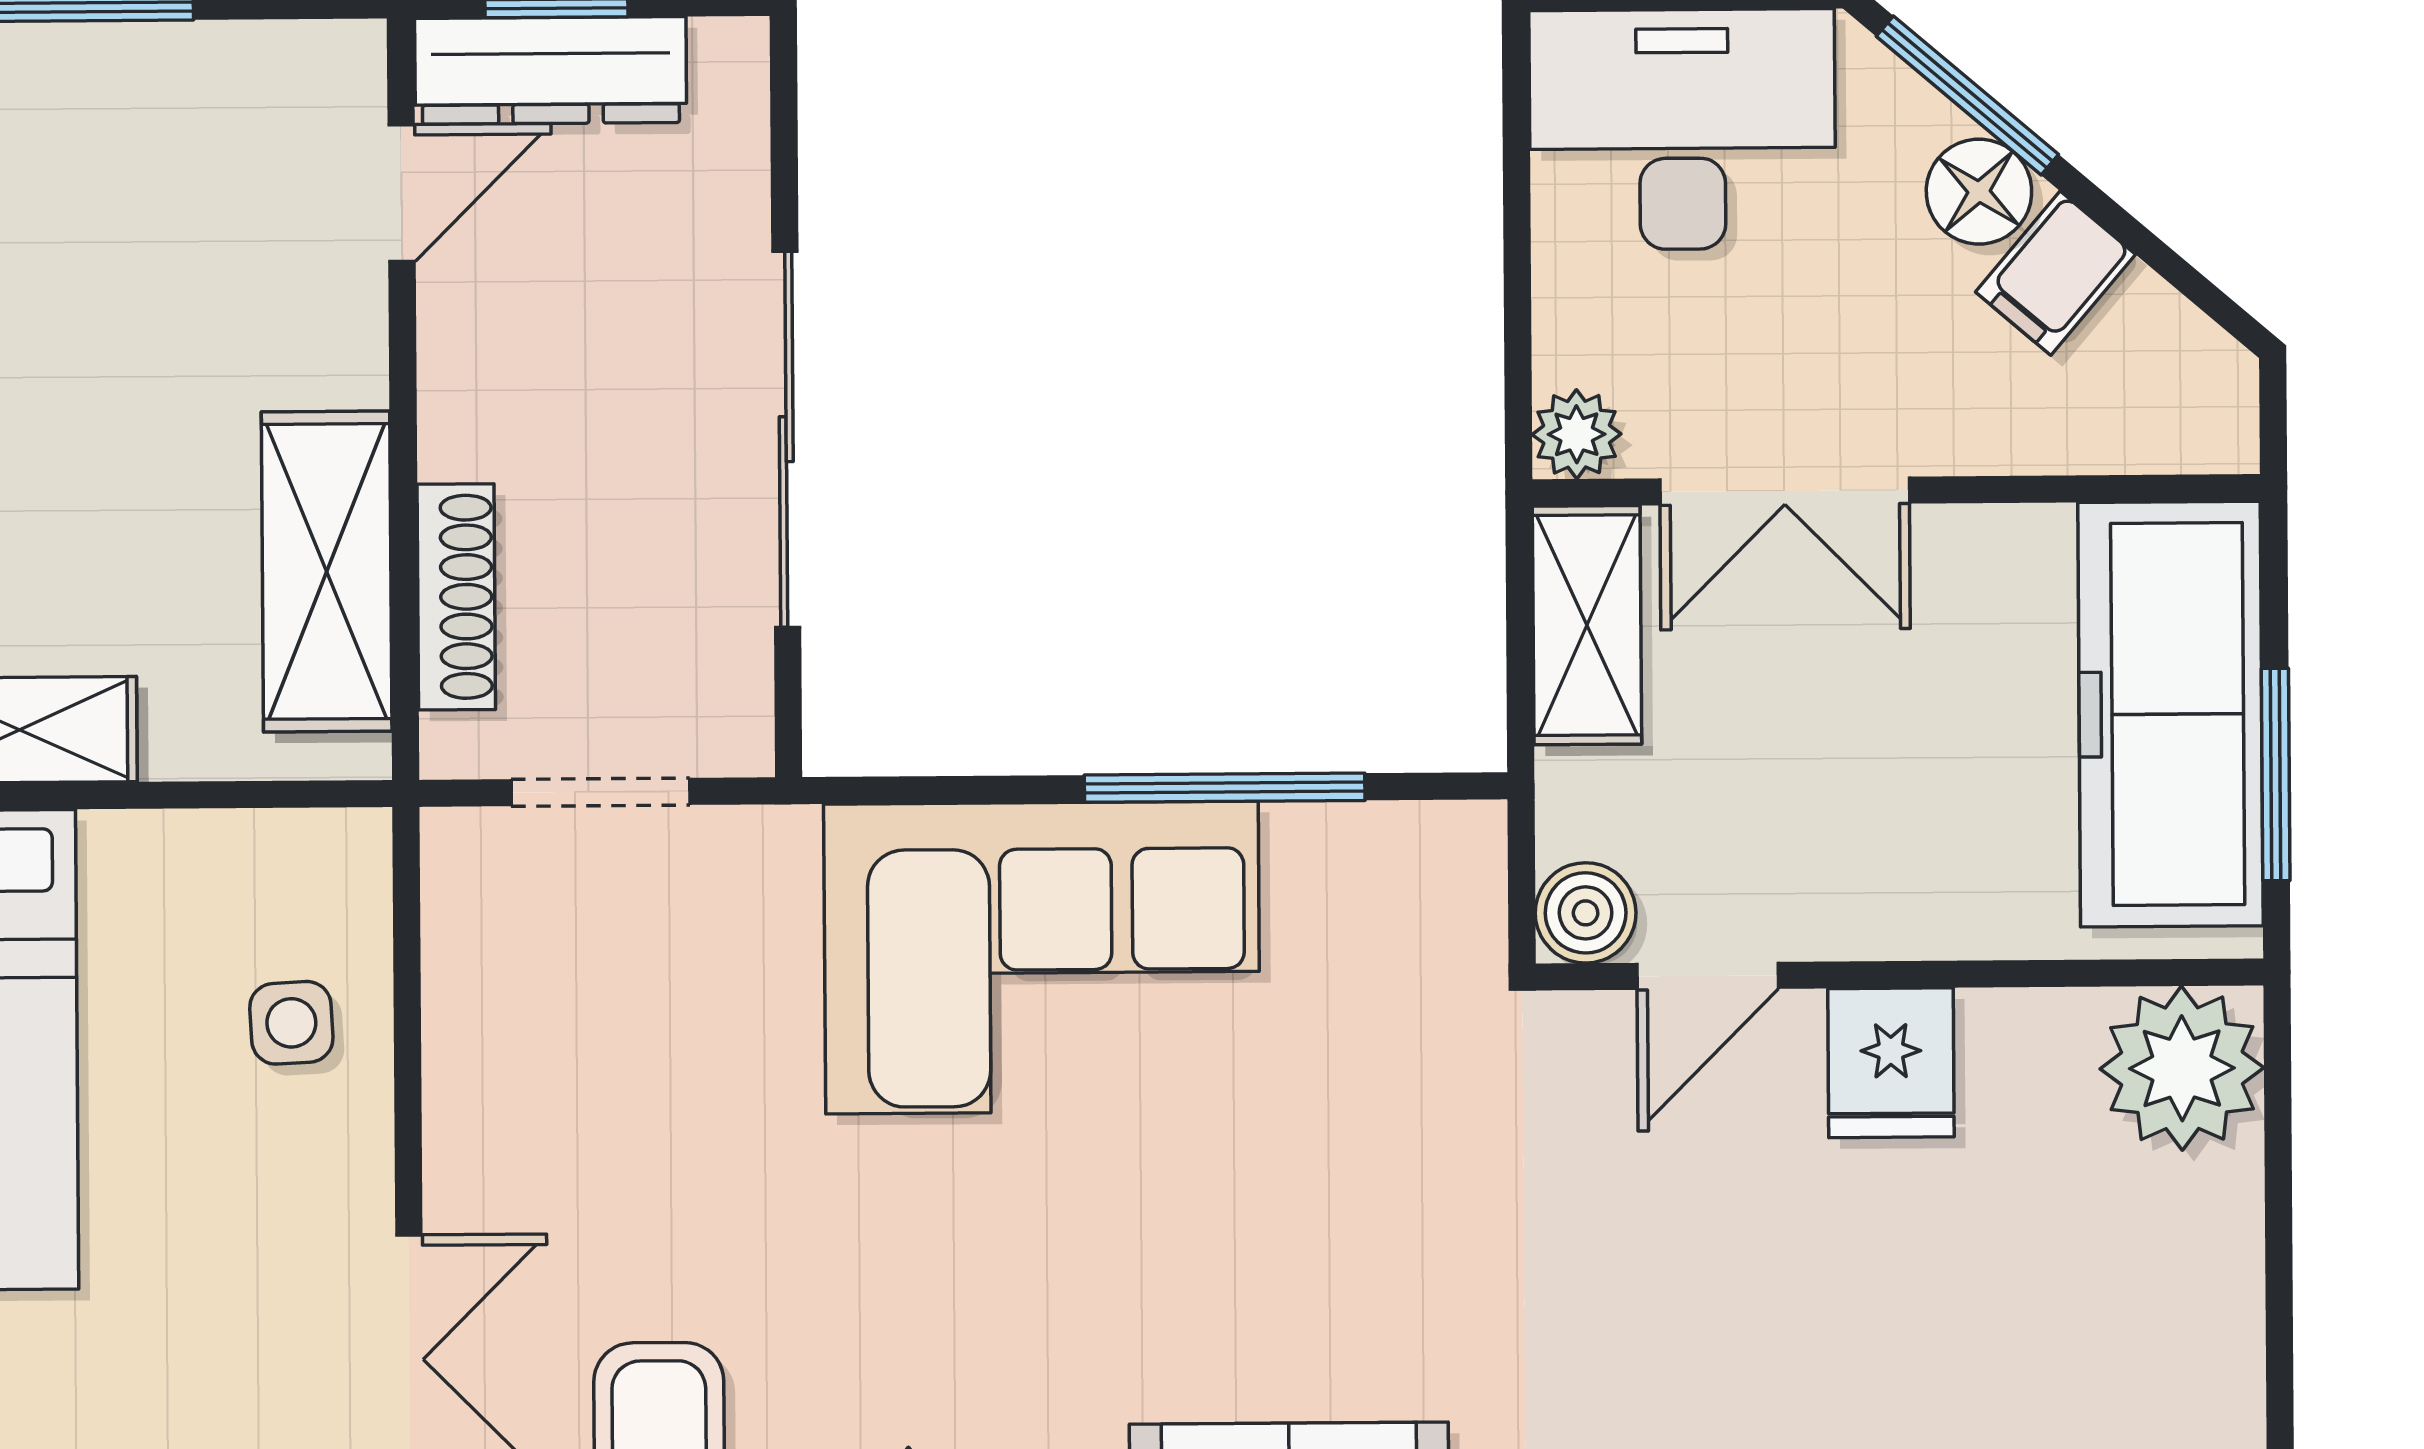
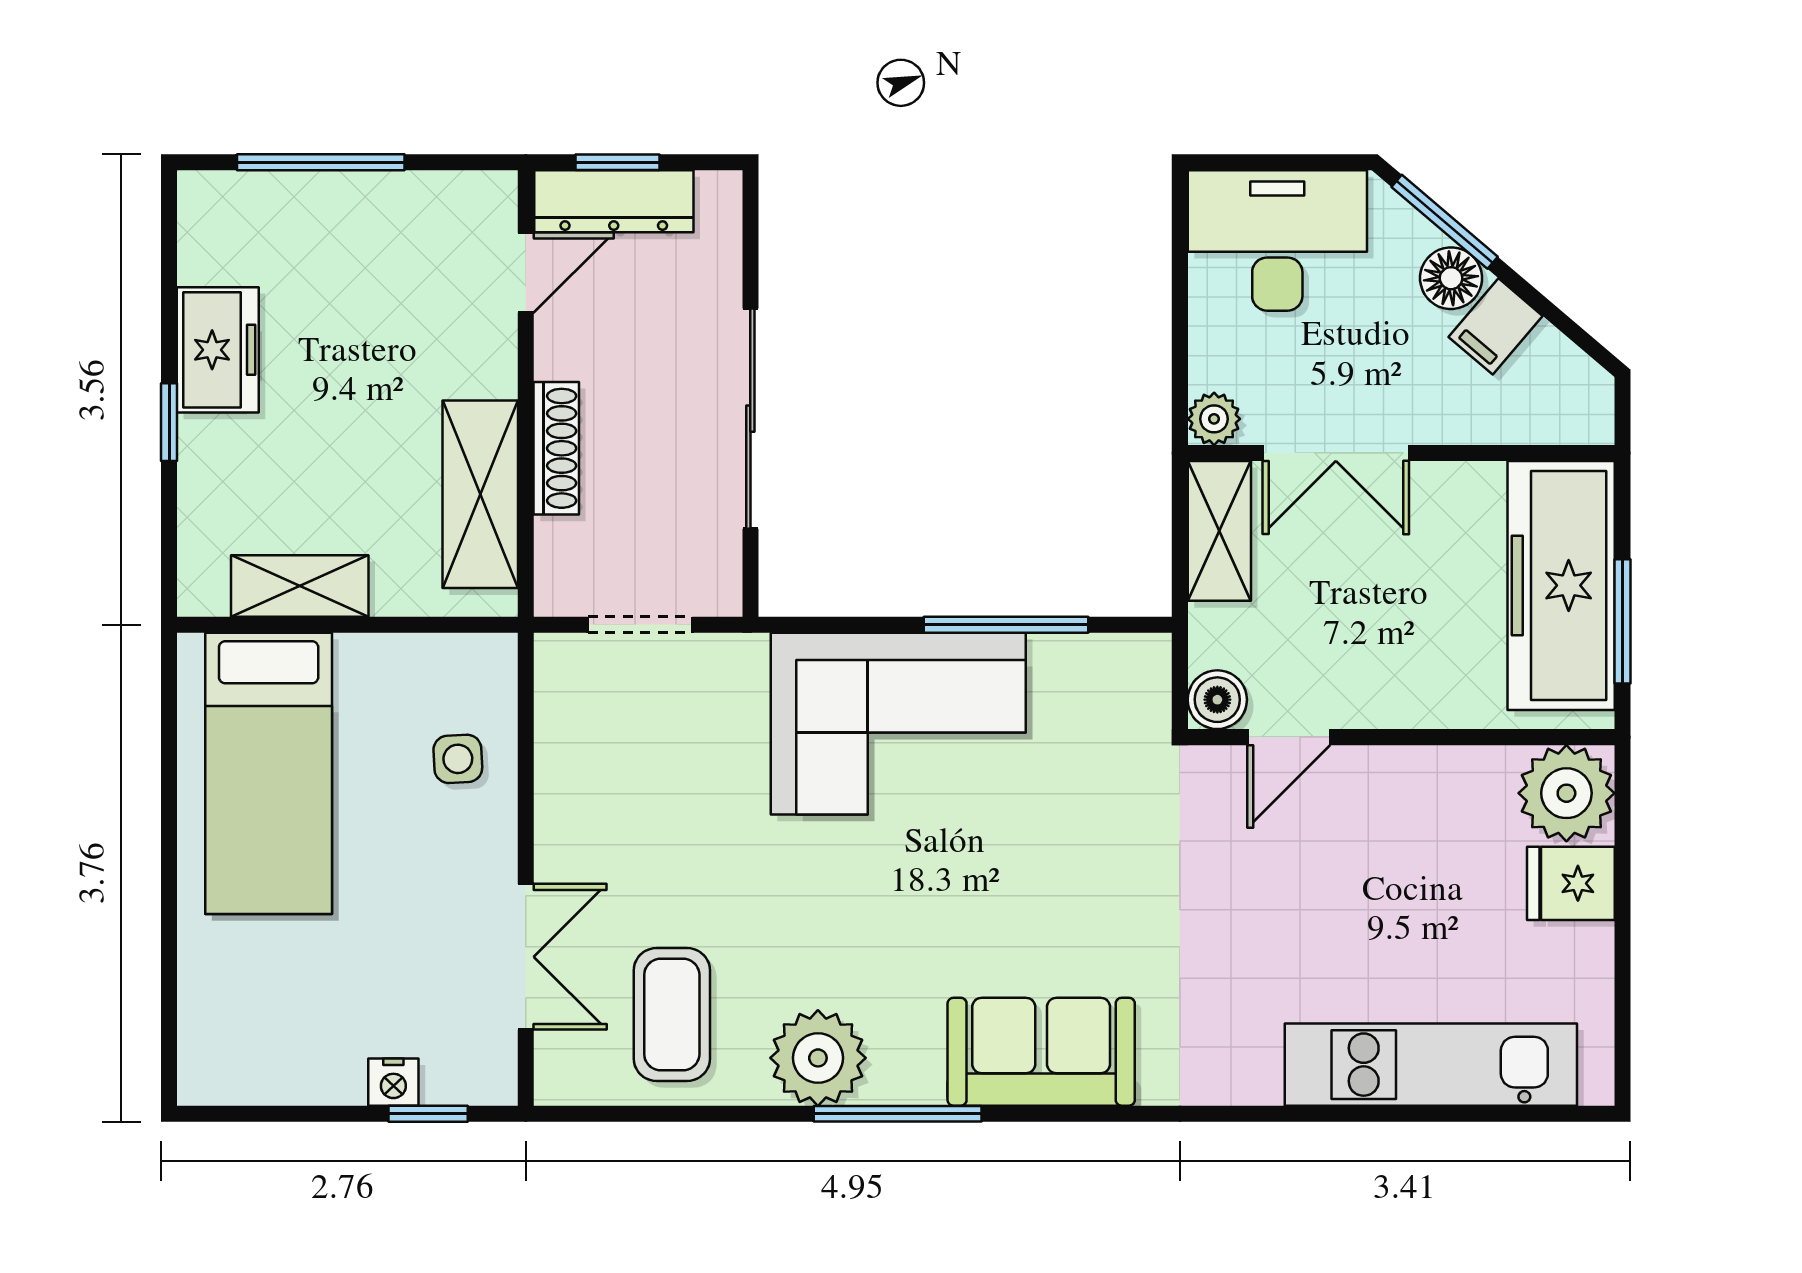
shoe rack: (456, 597) -> (556, 448), moved
fridge: (1891, 1063) -> (1571, 883), moved, turned 90

